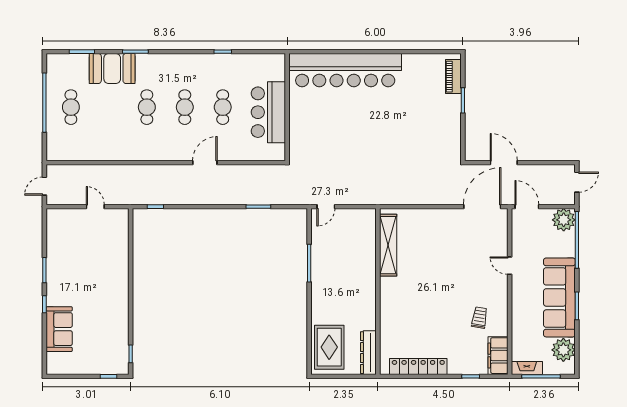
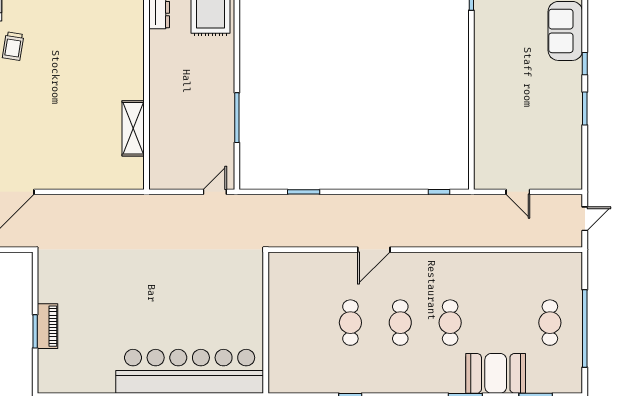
piano: (453, 77) -> (47, 326), moved
bar counter: (268, 112) -> (290, 316), removed
shelving: (388, 245) -> (133, 128), width x0.68

